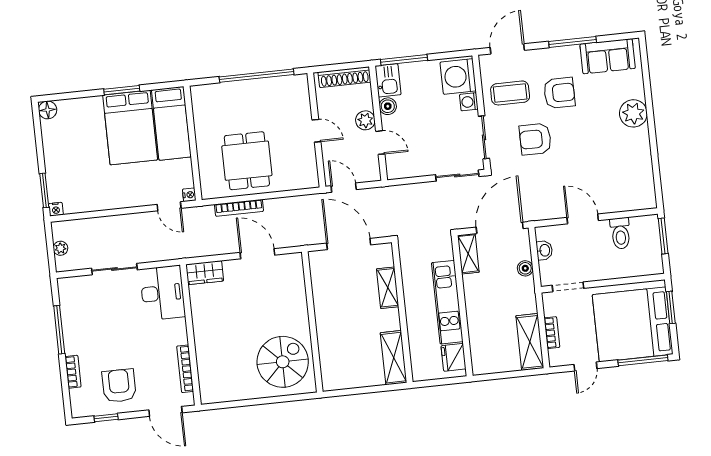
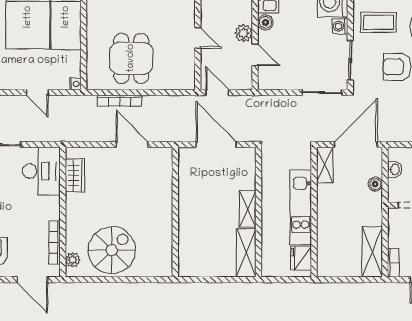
door: (169, 206) -> (37, 93), moved
wardrobe: (205, 273) -> (75, 175), moved, turned -90
shelving: (388, 288) -> (248, 209), moved
bookcase: (552, 333) -> (393, 263), moved
spiral stairs: (283, 362) -> (112, 250), moved
plant: (207, 385) -> (73, 260), added

